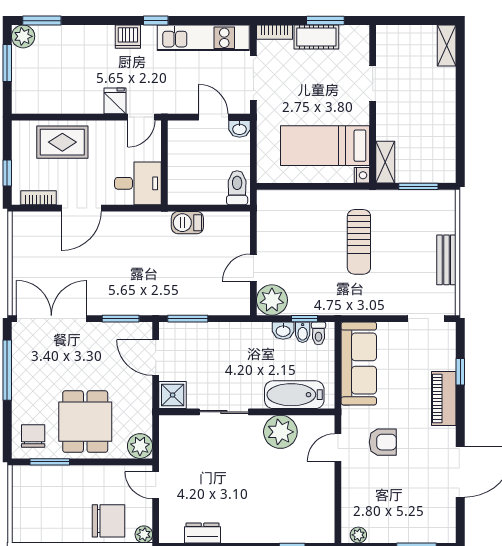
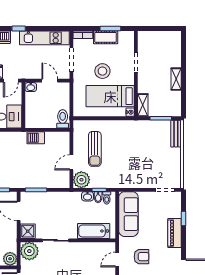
shelving: (447, 45) -> (176, 79), moved
stool: (311, 99) -> (102, 71), added
washbasin: (240, 129) -> (31, 87), moved
sun lounger: (359, 242) -> (95, 149), moved
bench: (446, 260) -> (176, 134), moved
plant: (280, 432) -> (29, 251), moved

